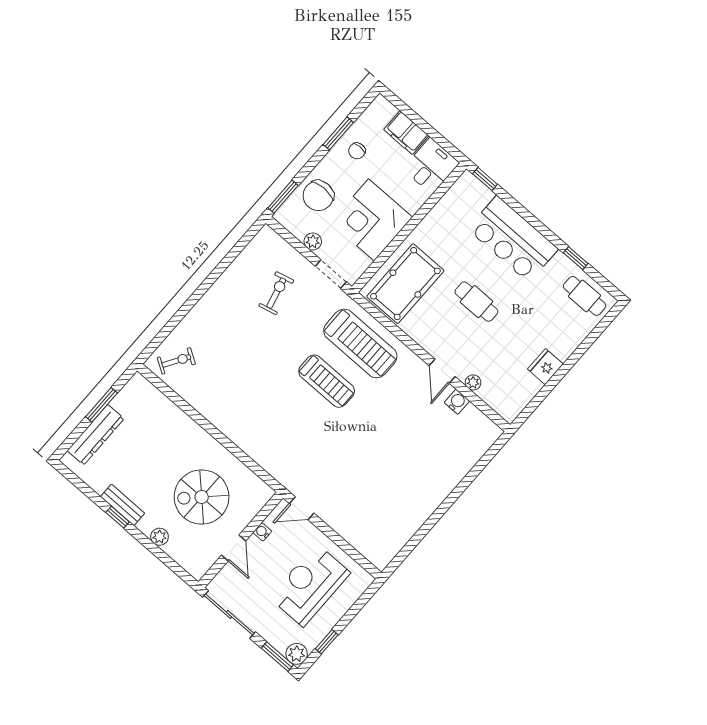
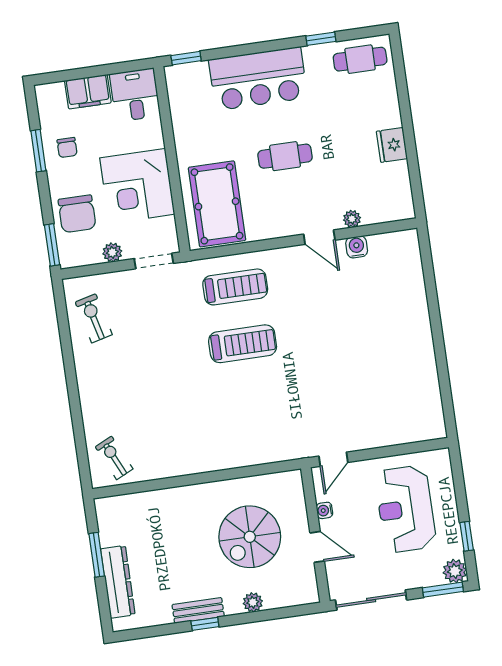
exercise bike: (276, 293) -> (94, 318), moved
treadmill: (360, 344) -> (235, 287), width x0.73, depth x0.73
exercise bike: (176, 361) -> (114, 458), turned -57

